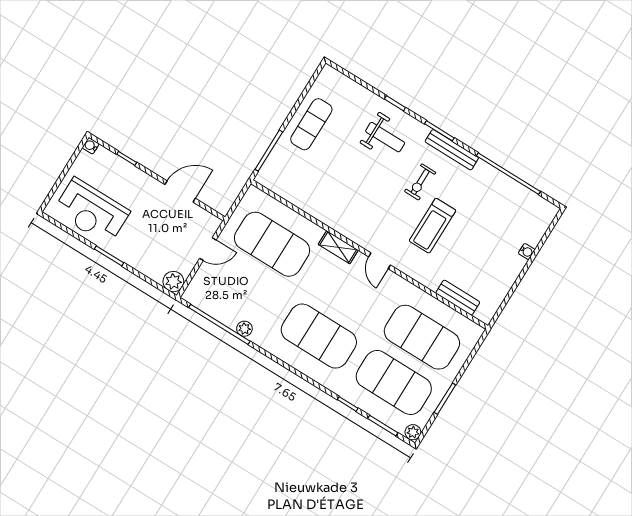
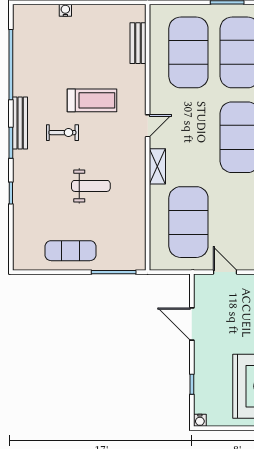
weight bench: (385, 137) -> (91, 186), moved, turned 90

